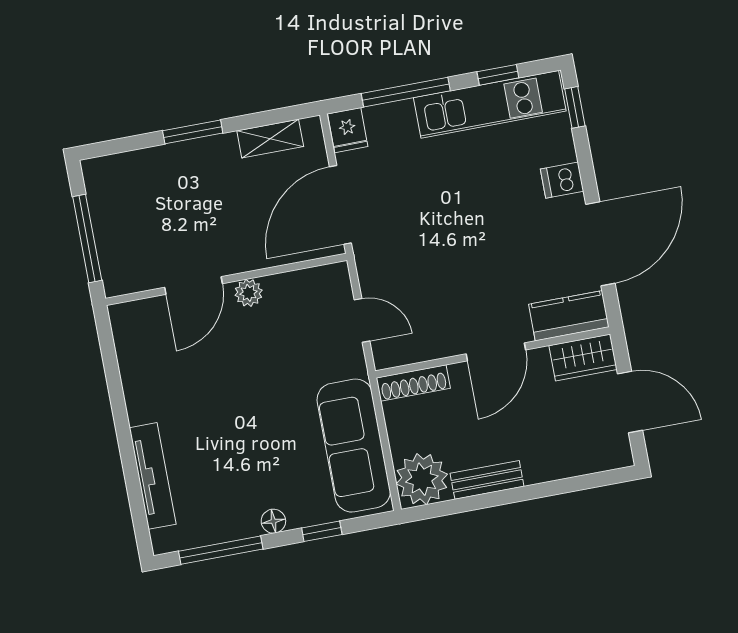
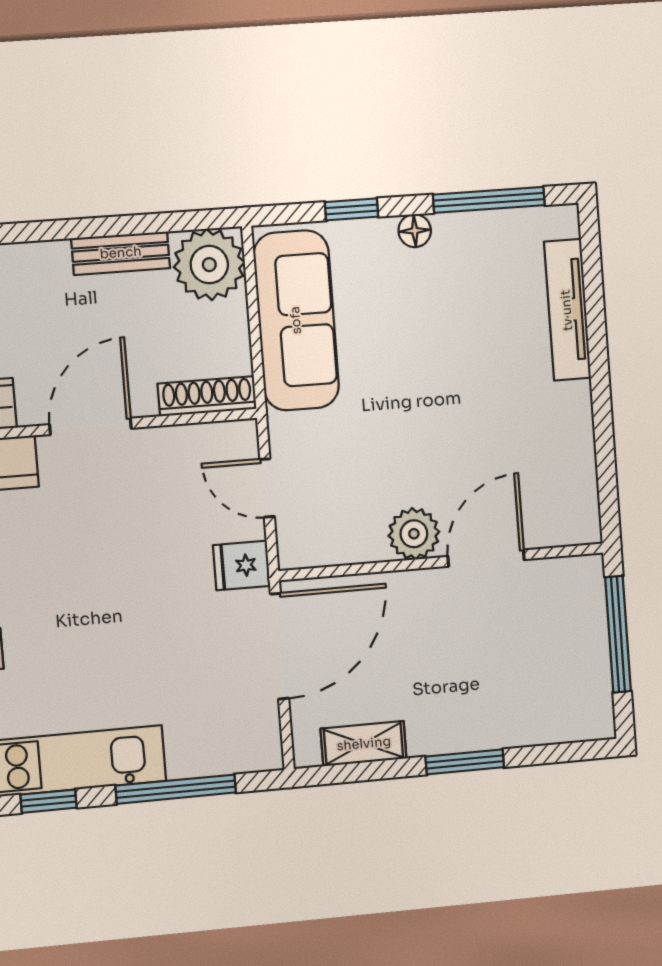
fridge: (348, 130) -> (242, 565), moved, turned -90
plant: (249, 293) -> (414, 534), width x1.38, depth x1.38

